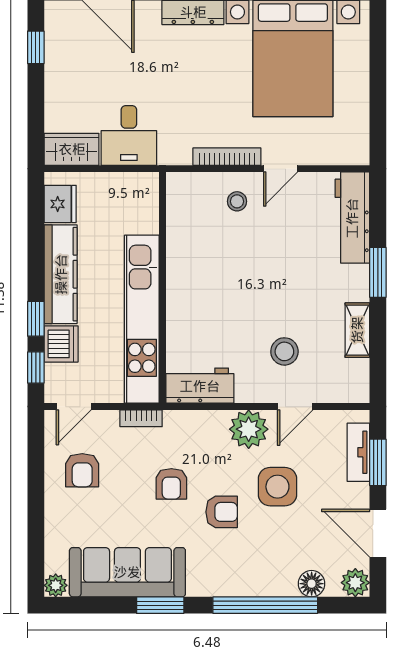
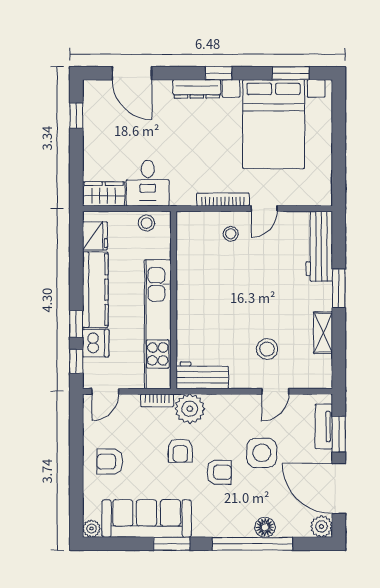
stool: (127, 187) -> (147, 223), added
plant: (249, 429) -> (190, 409), moved
armchair: (82, 470) -> (110, 462), moved, turned 90
door: (378, 533) -> (339, 488), width x1.36
floor lamp: (312, 584) -> (265, 527), moved

